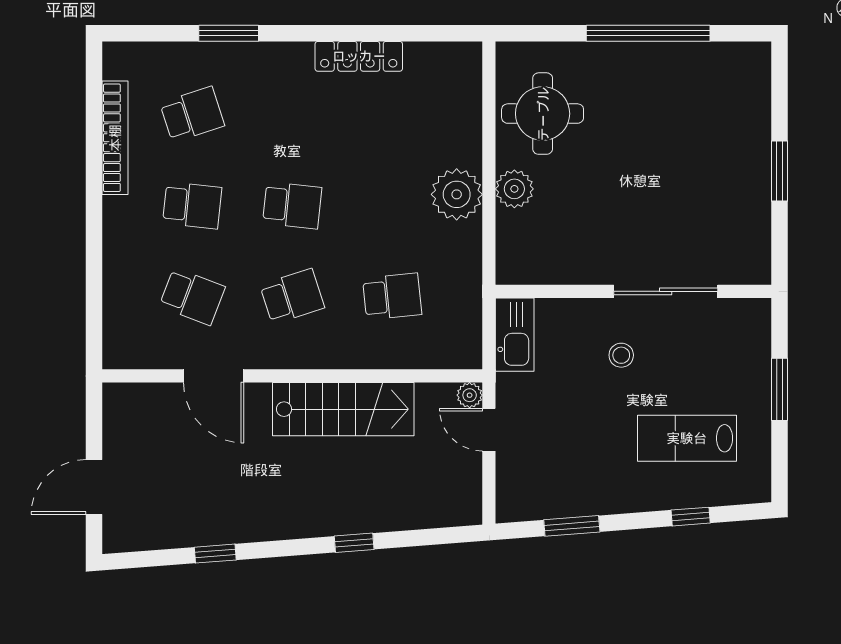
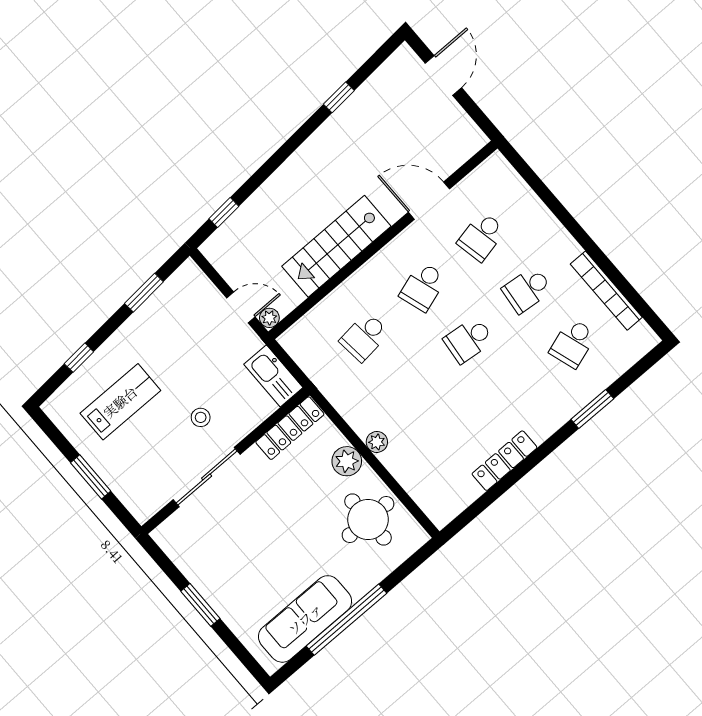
sofa: (688, 69) -> (305, 619), added
plant: (457, 194) -> (377, 442), width x0.53, depth x0.53
locker: (542, 269) -> (290, 428), added
school desk: (192, 296) -> (481, 236), turned -33
window: (354, 543) -> (224, 213), moved

